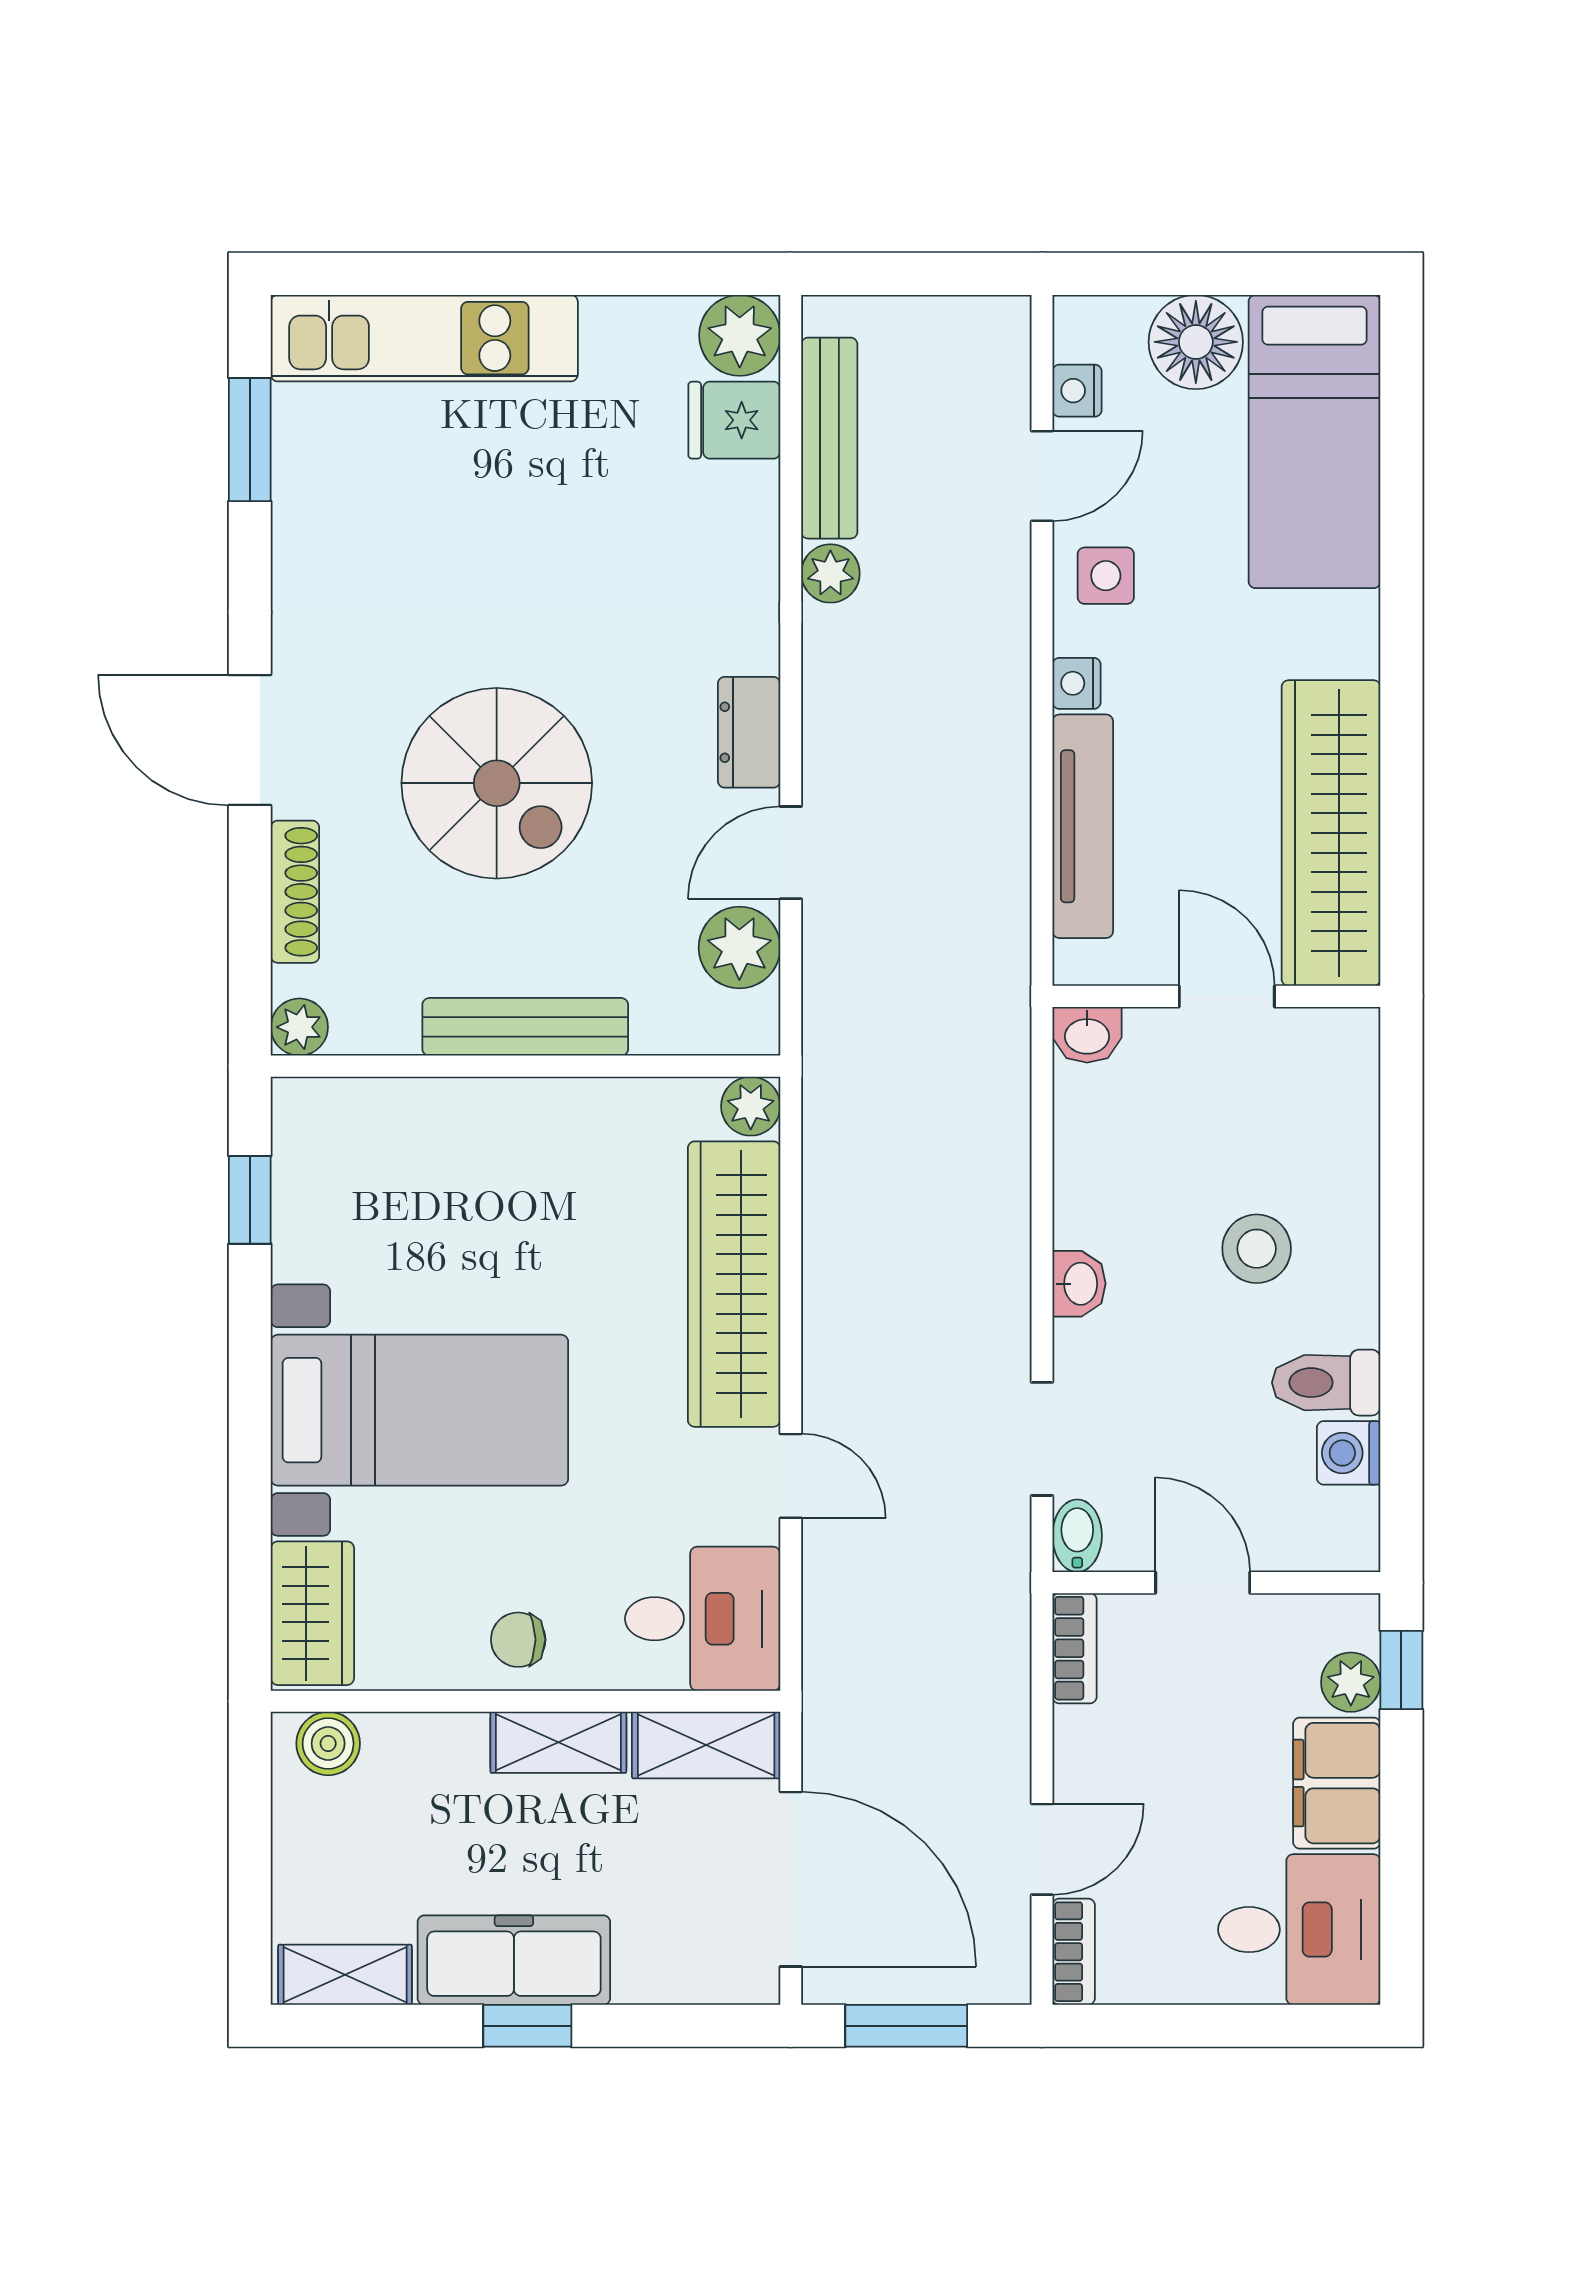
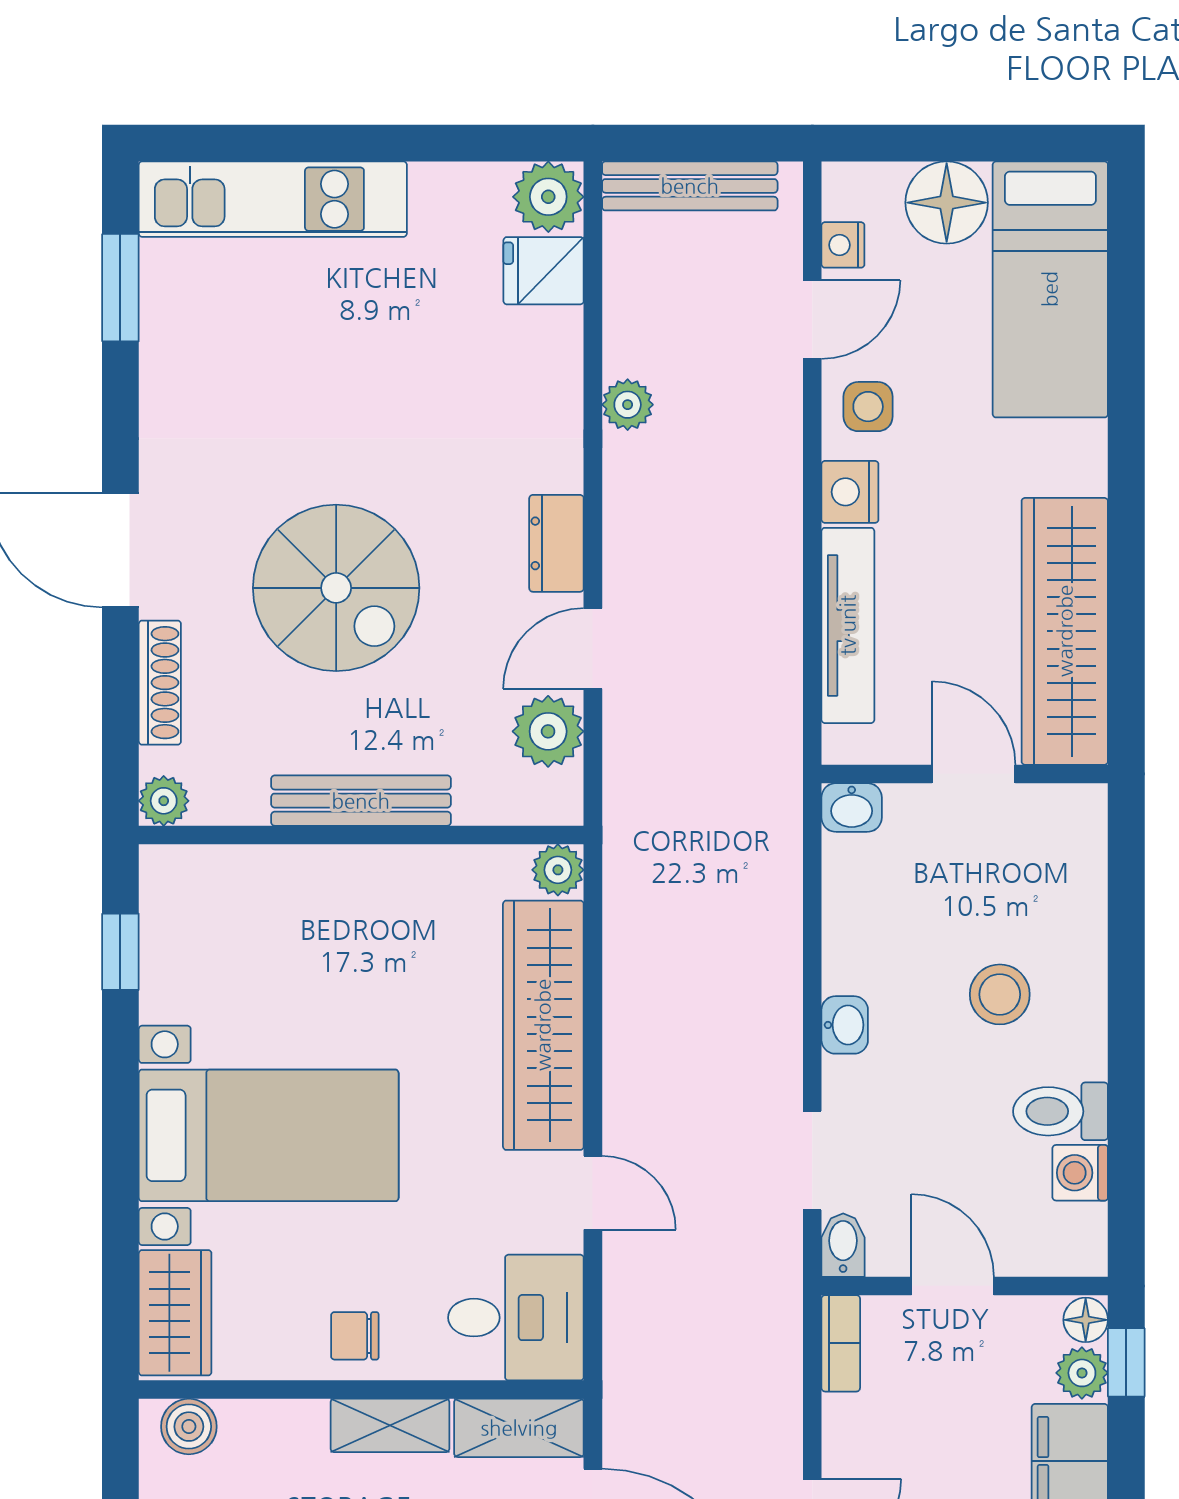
bench: (829, 438) -> (690, 186), moved, turned 90
nightstand: (1077, 683) -> (850, 492), width x1.39, depth x1.35
floor lamp: (1355, 1621) -> (1086, 1320), added

